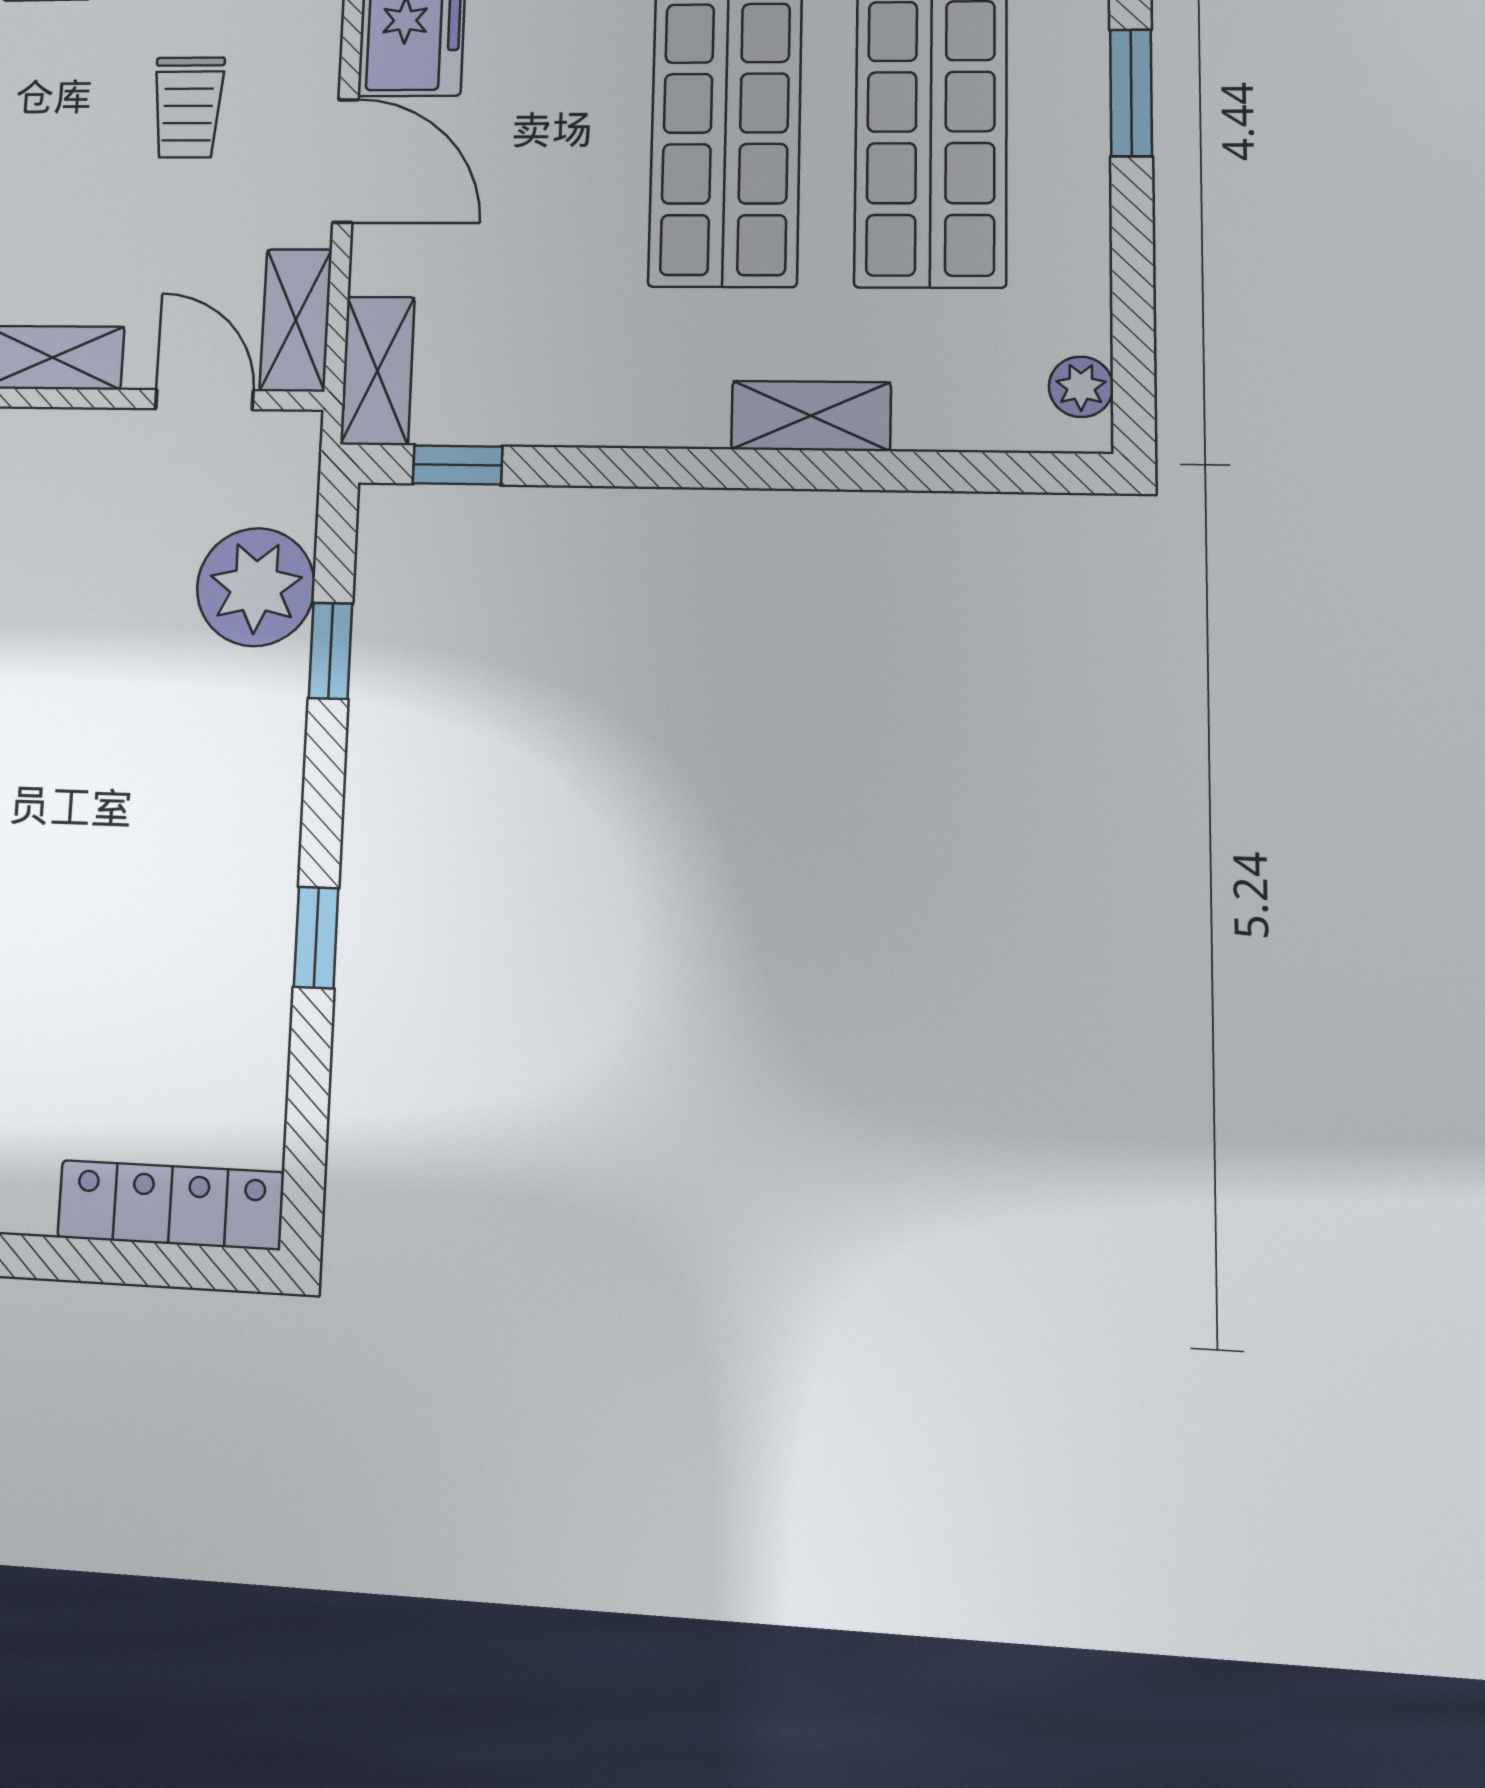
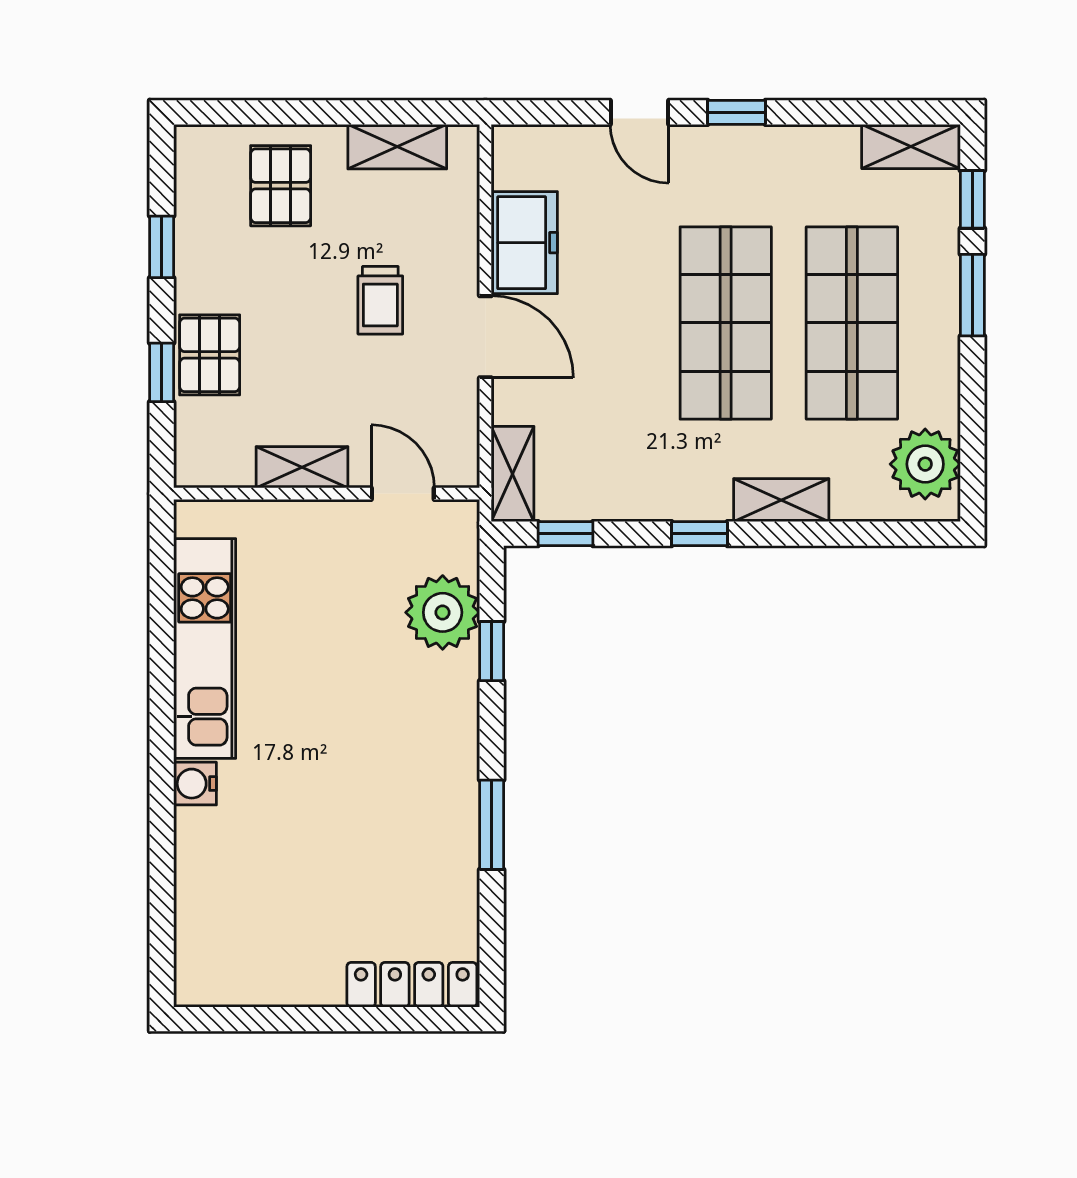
shelving: (296, 320) -> (459, 442), removed
plant: (1081, 387) -> (925, 464), width x1.88, depth x1.88
window: (675, 468) -> (699, 534), added
window: (316, 937) -> (492, 825), width x1.50

